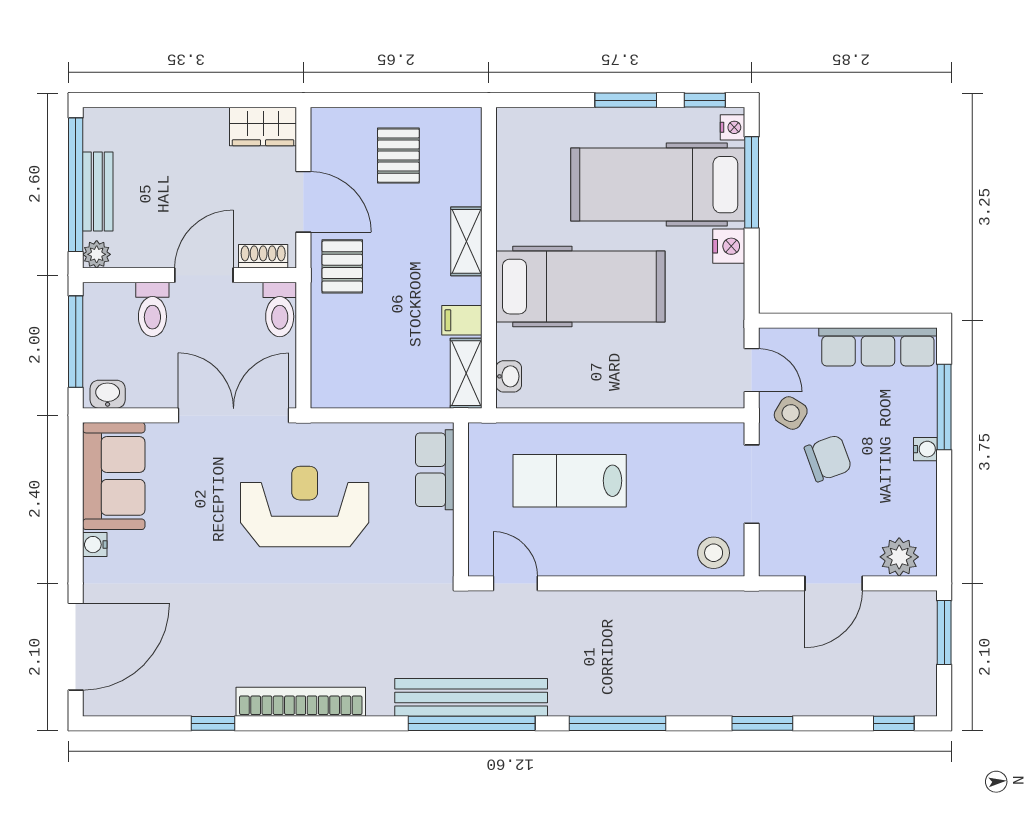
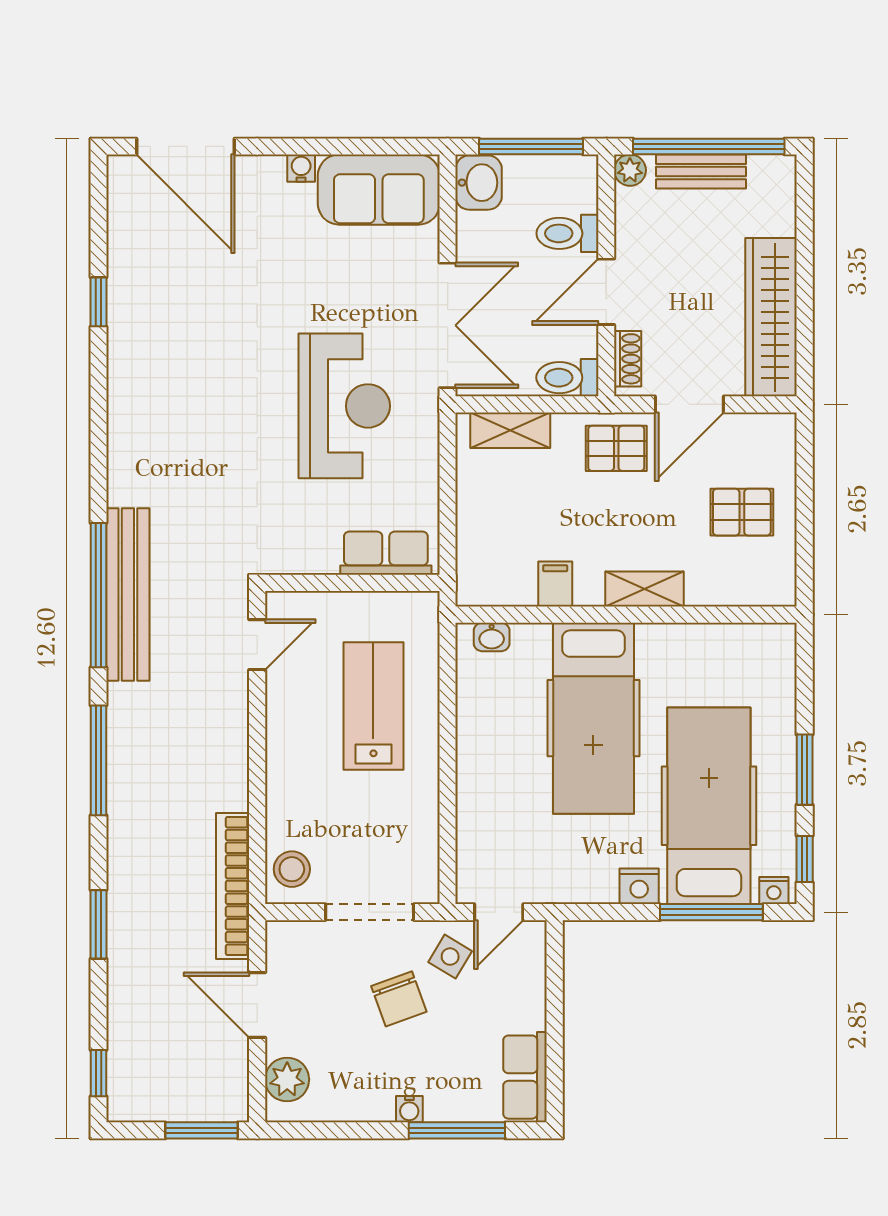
wardrobe: (263, 126) -> (771, 317), width x2.10, depth x1.17
door: (204, 275) -> (606, 292), swing flipped
row of seats: (878, 347) -> (525, 1077), width x0.68
shelving: (466, 373) -> (510, 430), moved
washbasin: (108, 394) -> (479, 183), width x1.38, depth x1.45
bookcase: (301, 702) -> (233, 886), moved, turned 180

